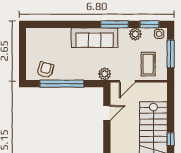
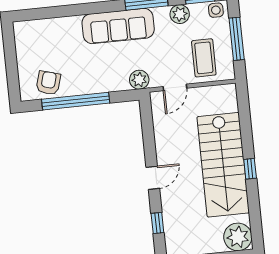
door: (107, 113) -> (153, 178), moved

